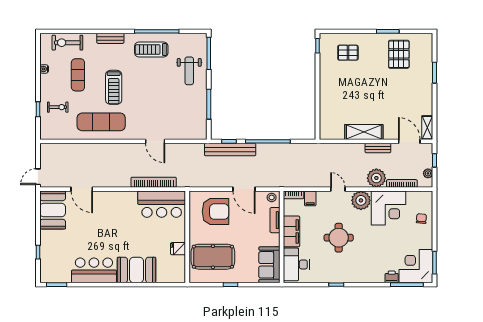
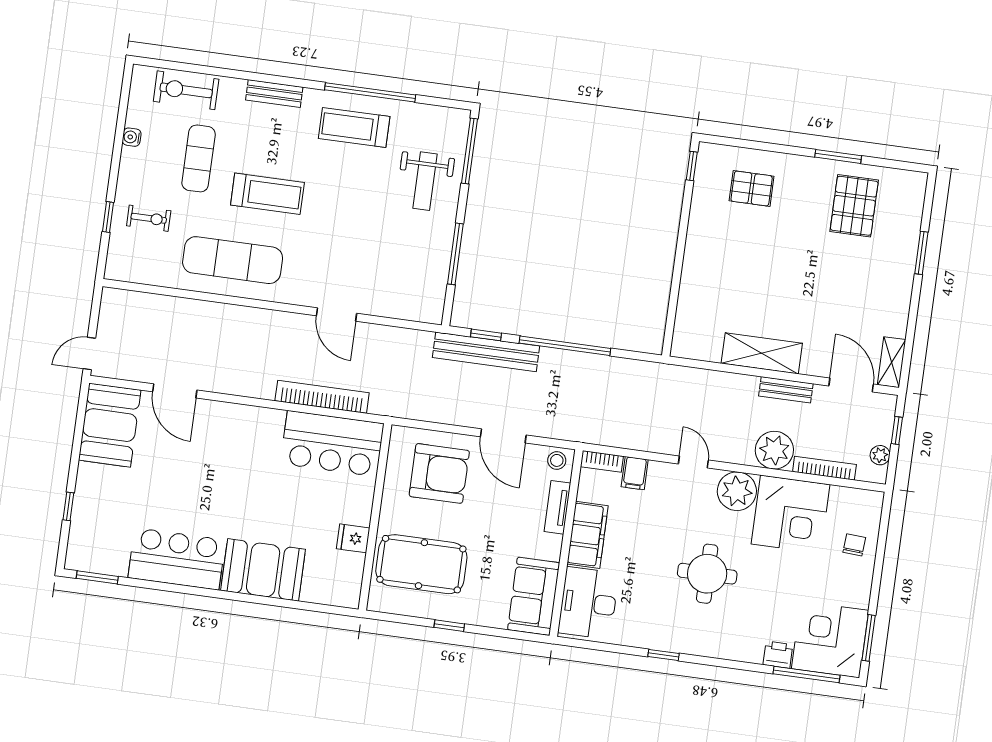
treadmill: (114, 87) -> (267, 194), turned -90
round table: (339, 238) -> (707, 574), moved

